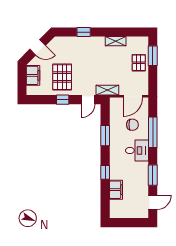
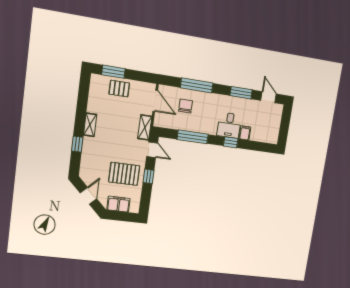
shelving: (116, 41) -> (90, 125), moved
window: (105, 136) -> (193, 137), width x1.44
desk: (137, 150) -> (229, 125), moved, turned 180
filing cabinet: (116, 190) -> (245, 133), width x0.50

